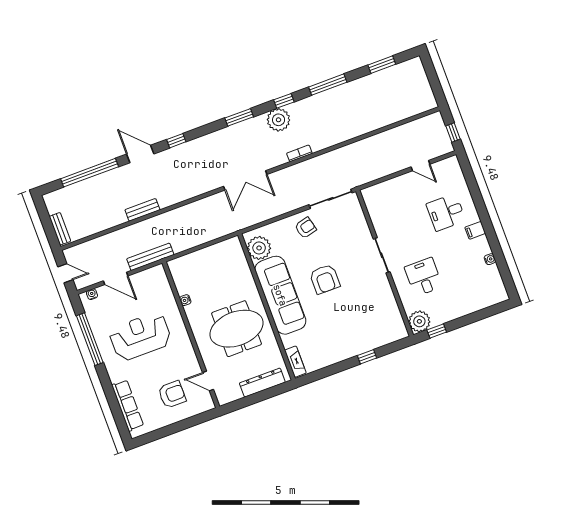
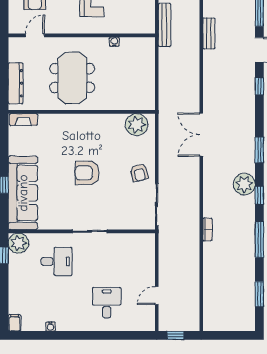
bookcase: (299, 153) -> (207, 229), moved
filing cabinet: (475, 230) -> (14, 323), moved
sofa: (280, 295) -> (23, 193), moved, turned -90

